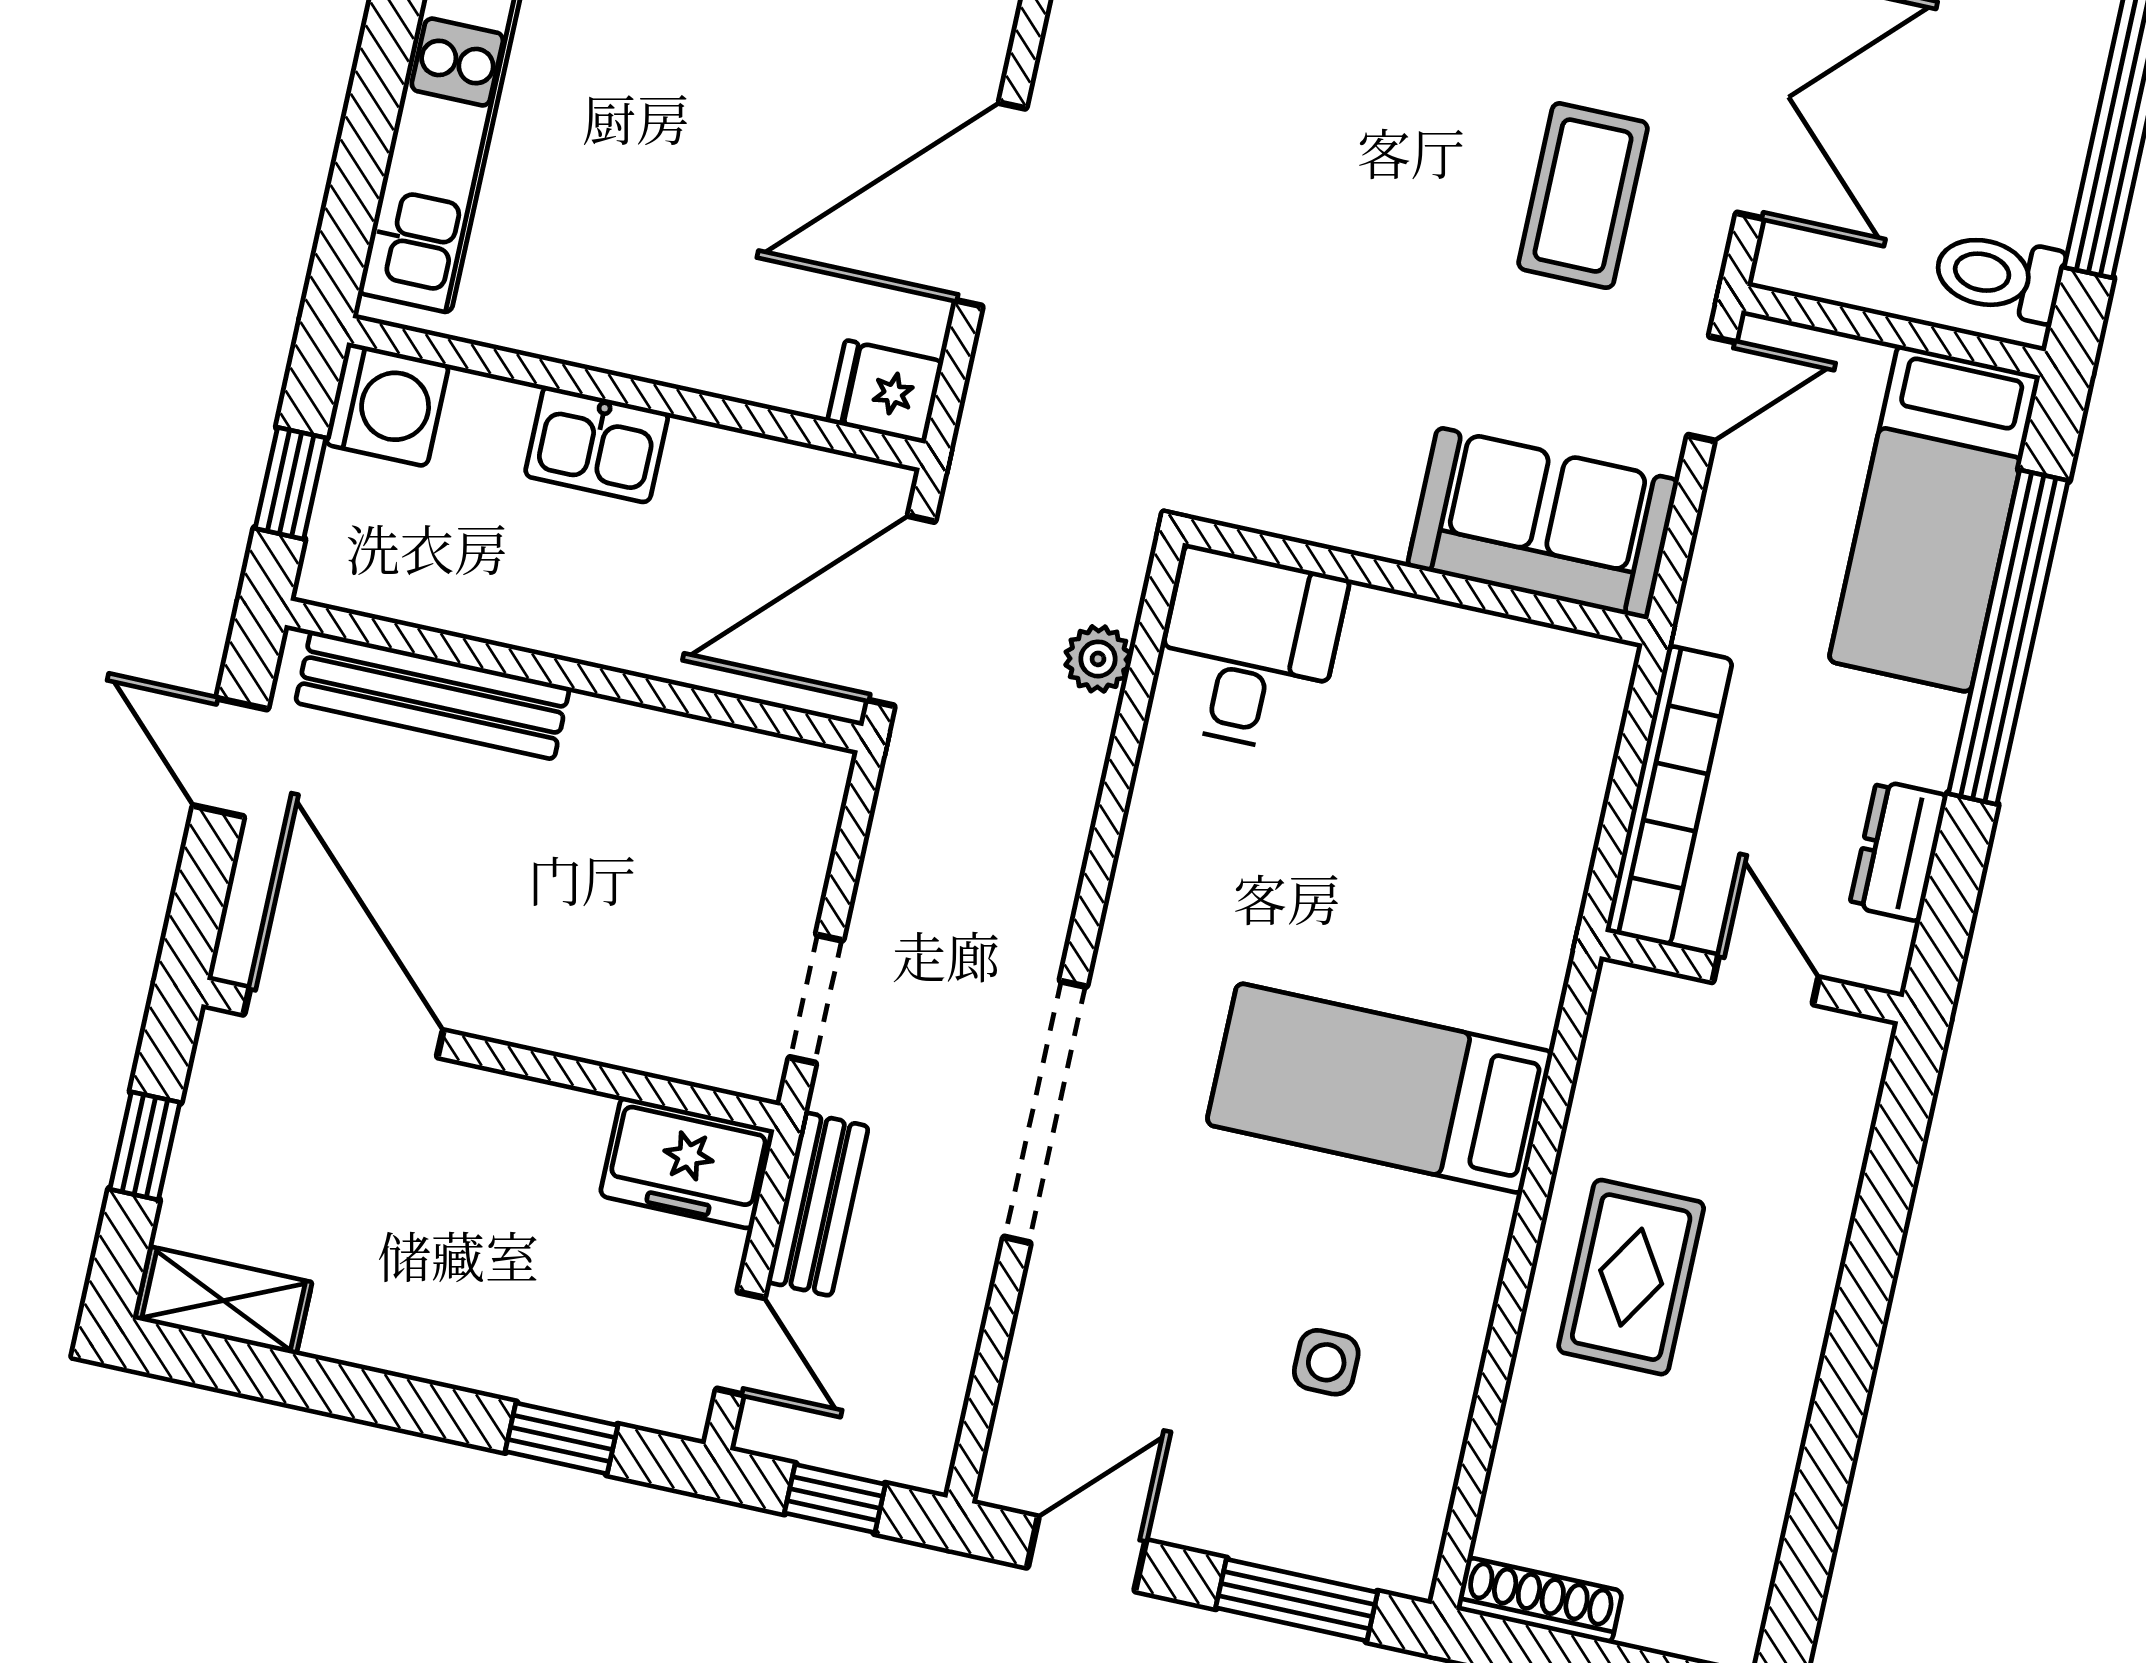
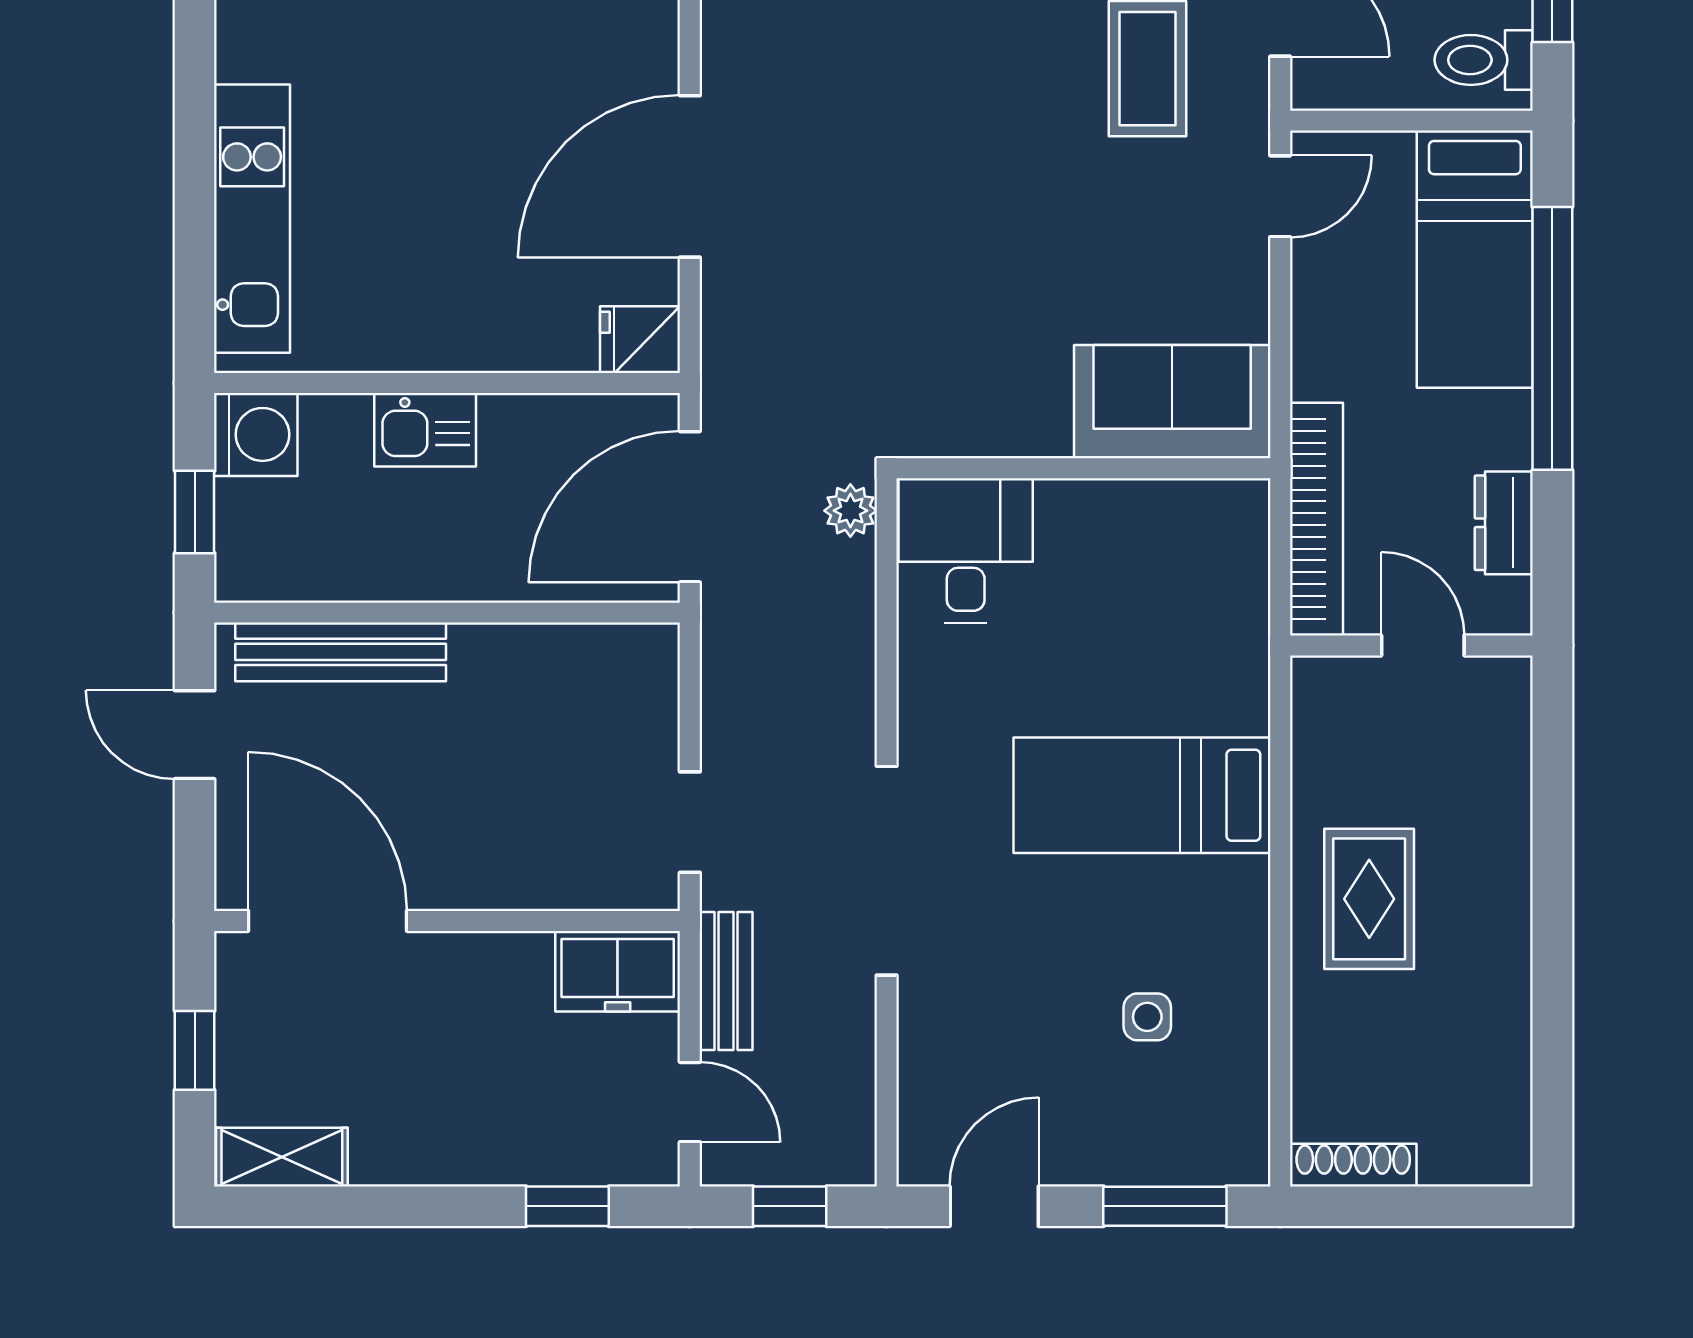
sofa: (1543, 523) -> (1172, 402), moved
wall: (1416, 581) -> (1083, 468), moved
desk: (1248, 650) -> (966, 550), moved

